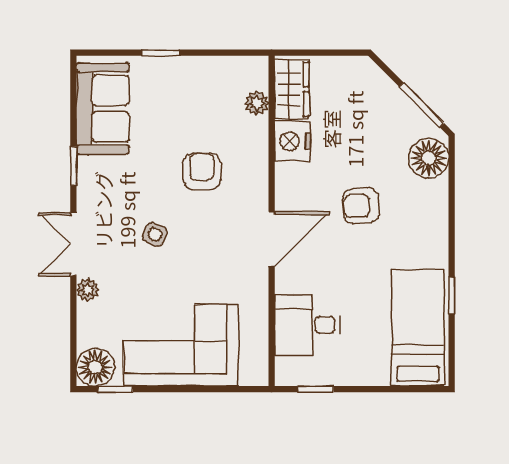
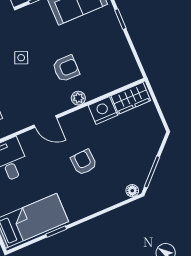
plant: (257, 103) -> (78, 98), moved
floor lamp: (429, 158) -> (132, 191), width x0.53, depth x0.53
door: (272, 239) -> (45, 122), width x0.73

